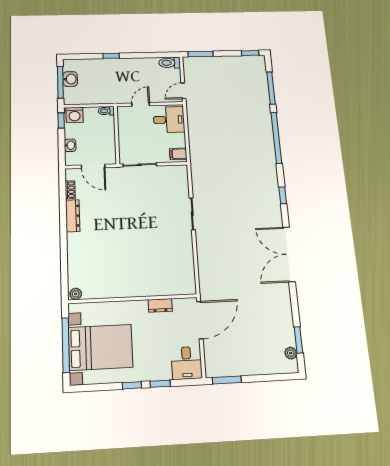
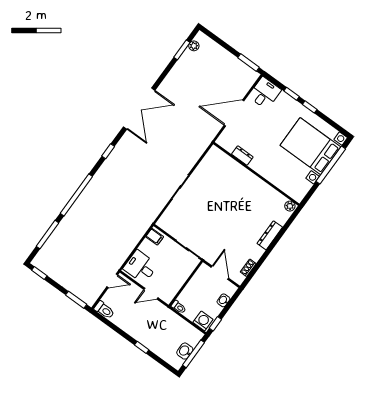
dresser: (73, 216) -> (270, 235), moved
plant: (76, 294) -> (290, 206), moved
wall: (133, 299) -> (256, 174), moved
dresser: (160, 305) -> (242, 156), moved

